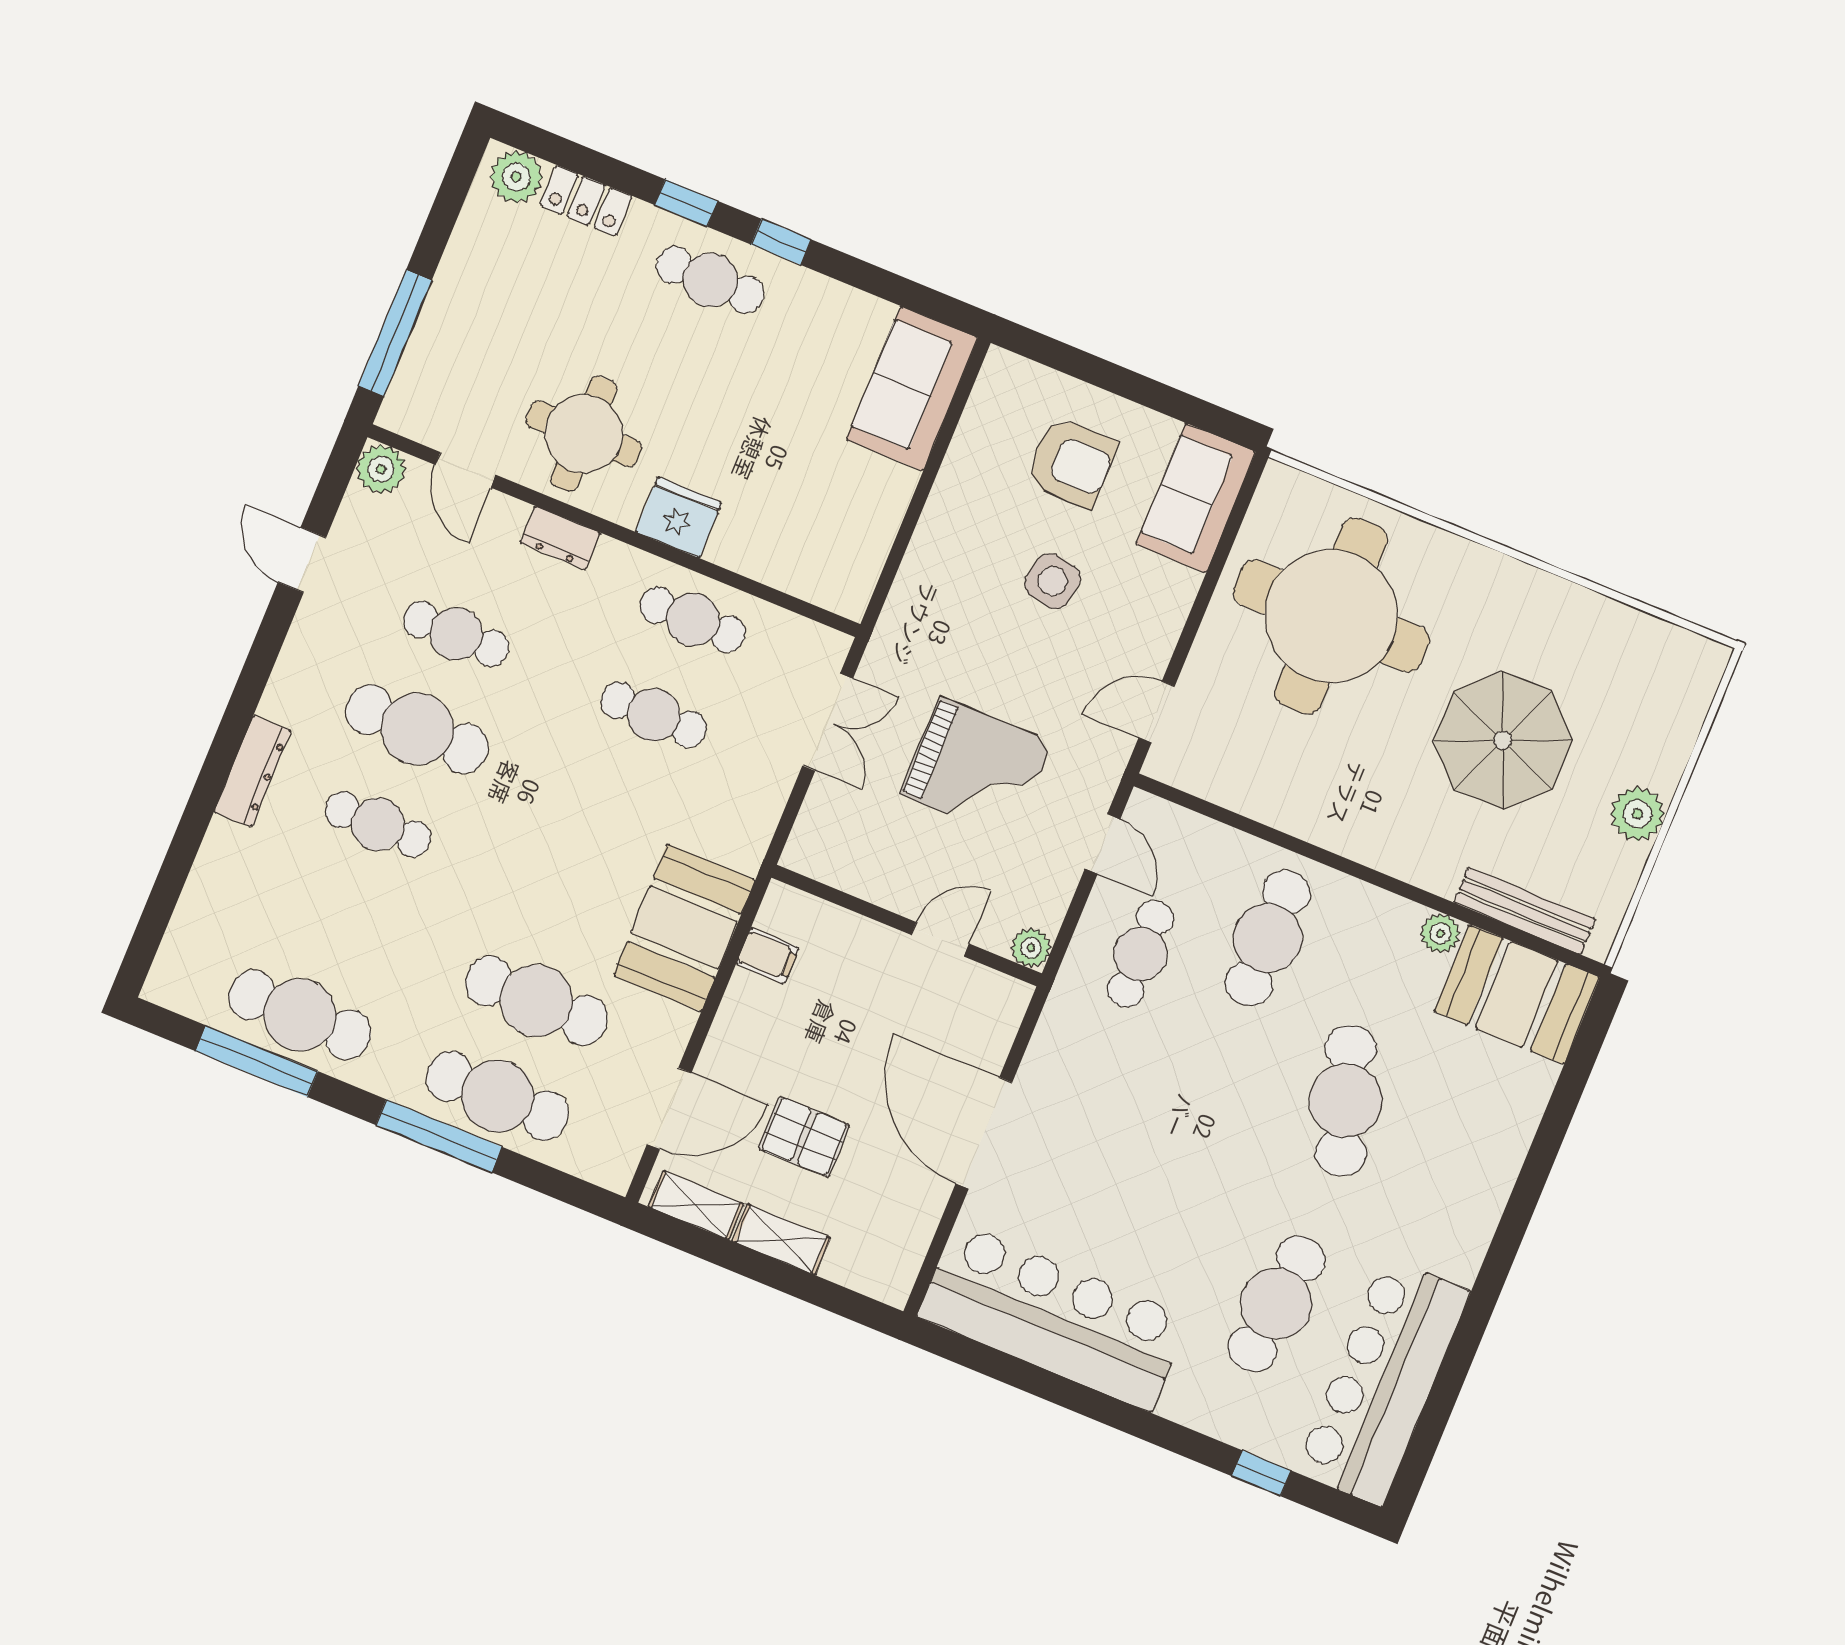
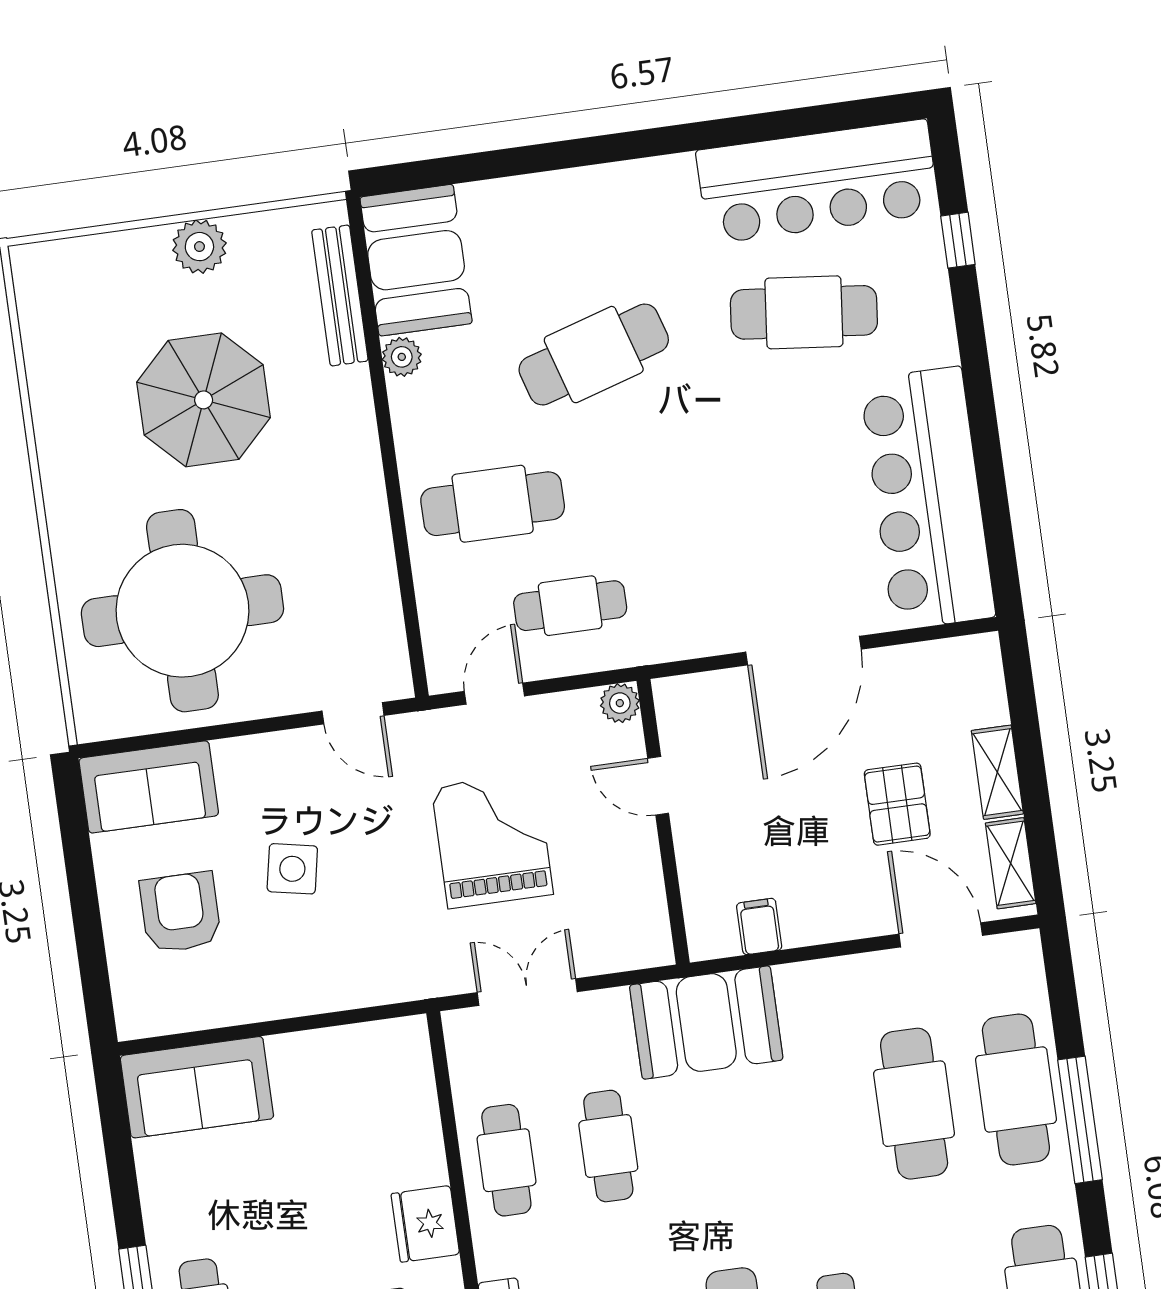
booth: (684, 928) -> (706, 1023), moved

